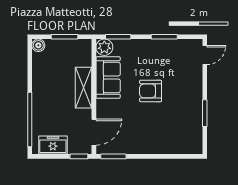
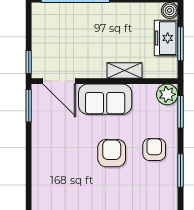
armchair: (148, 57) -> (154, 149), added
sofa: (108, 77) -> (105, 99), moved
shelving: (84, 88) -> (125, 70), width x0.67, depth x0.75
freezer: (53, 145) -> (166, 38), moved, turned 180

